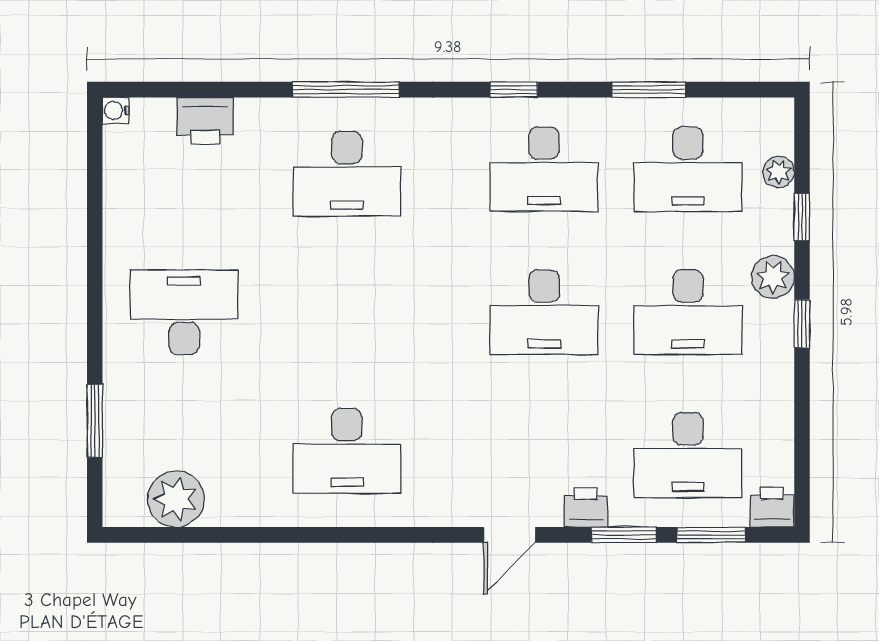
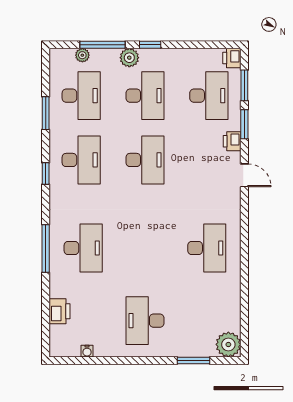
water cooler: (116, 111) -> (87, 351), moved
window: (802, 217) -> (102, 45), width x2.17
plant: (176, 499) -> (228, 344), moved

